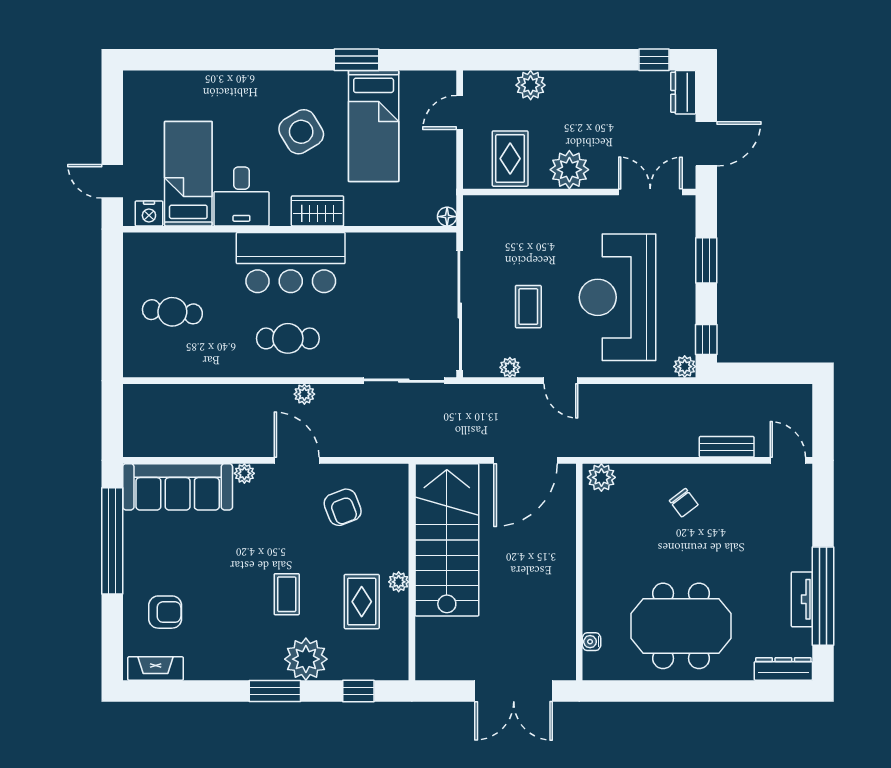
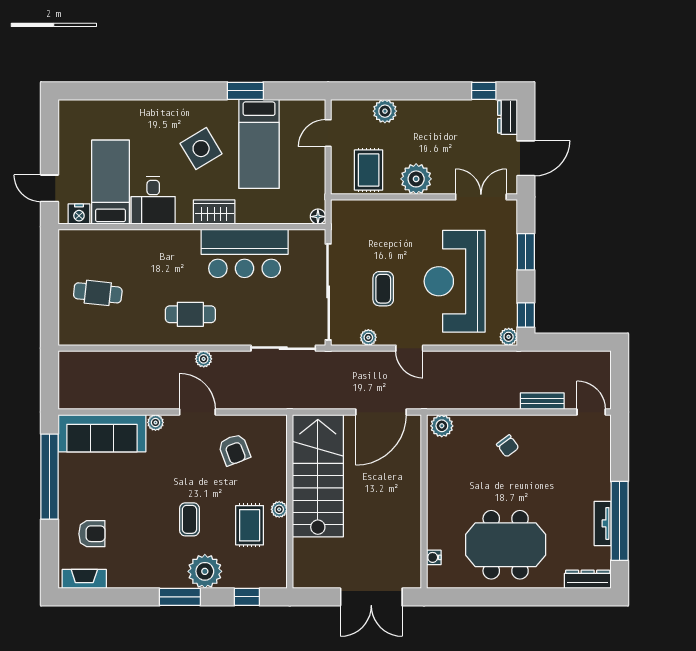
bar counter: (291, 263) -> (245, 253), moved

